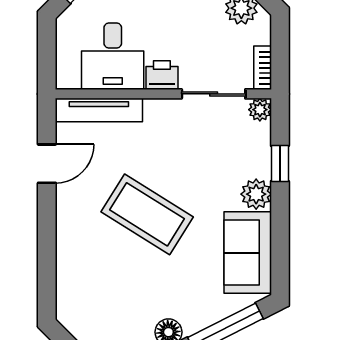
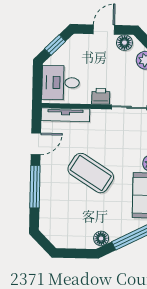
desk: (113, 56) -> (61, 83), moved, turned 90
window: (47, 241) -> (35, 187), added

